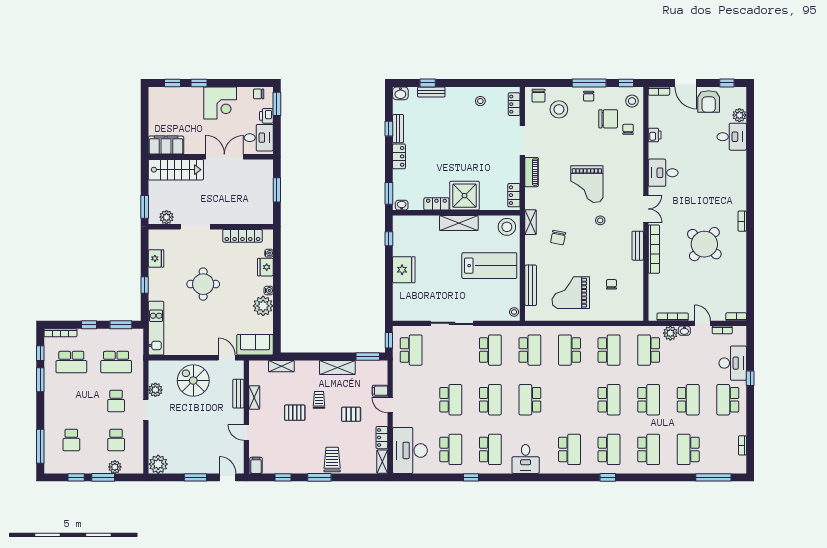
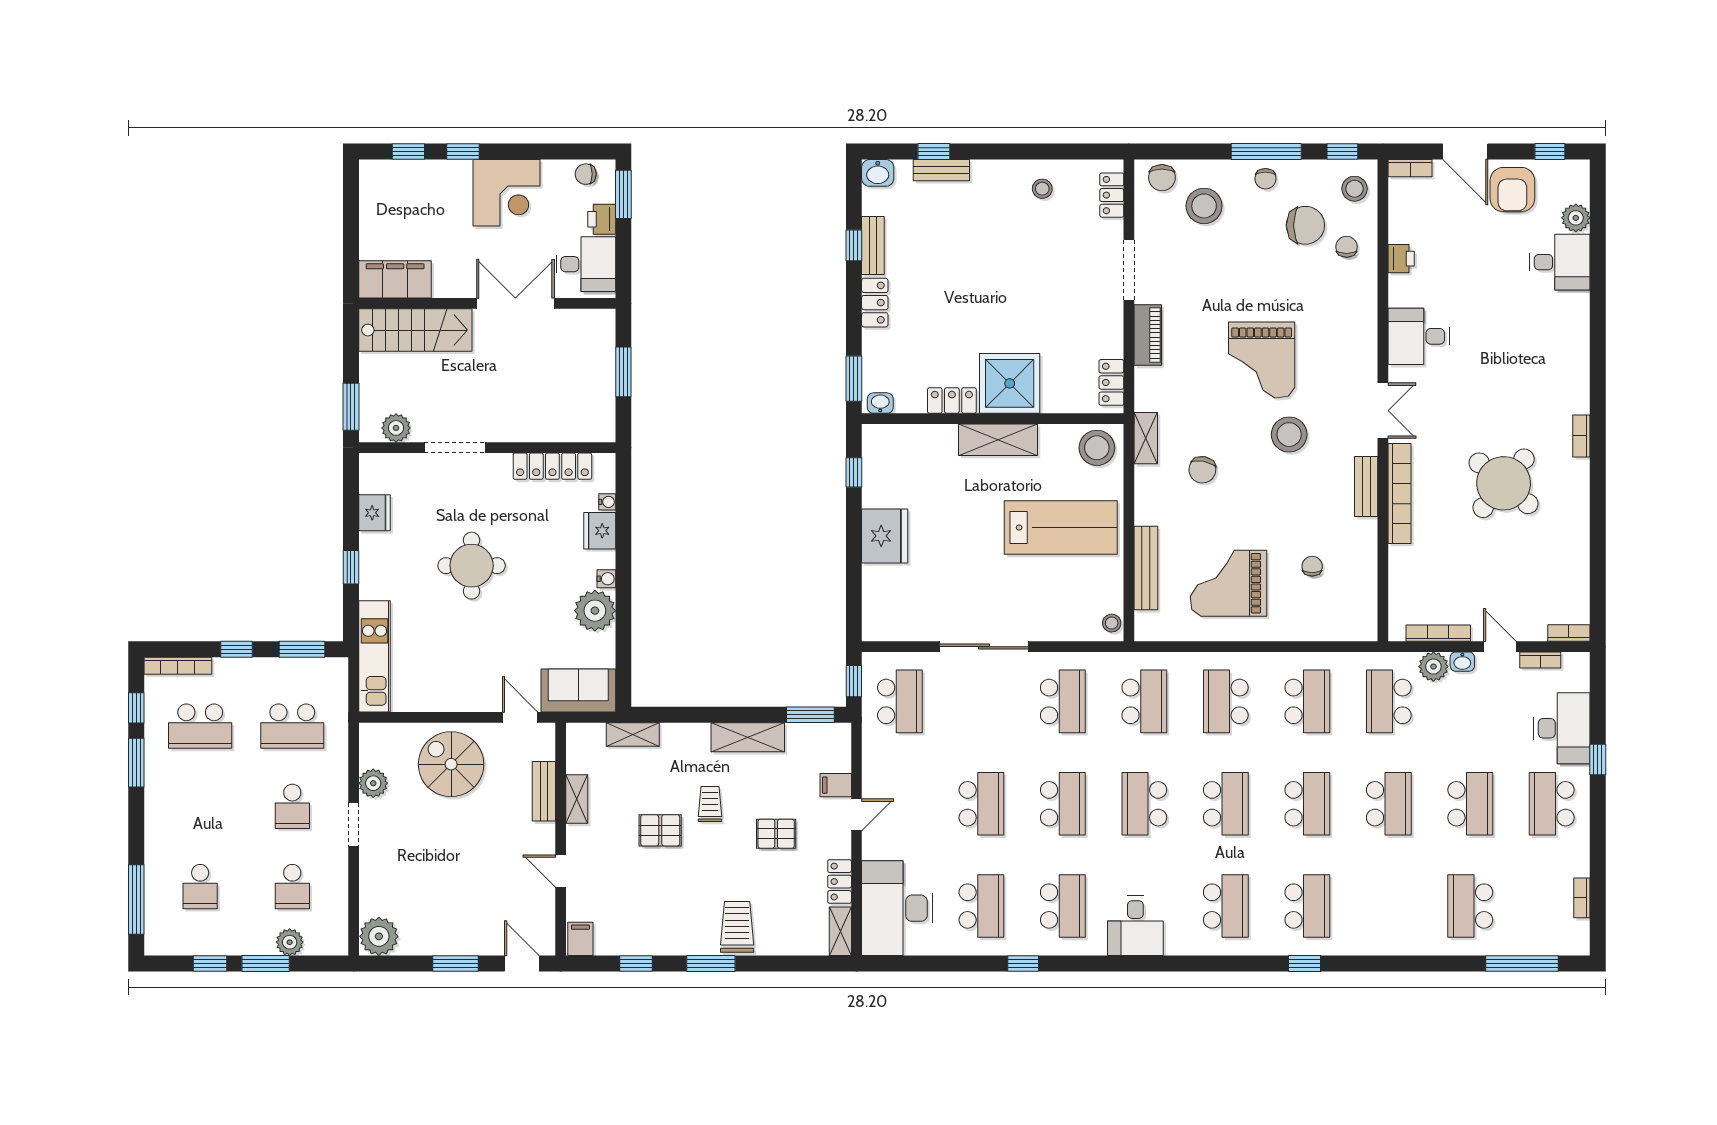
stool: (600, 220) -> (1289, 435), width x1.89, depth x1.89
door: (390, 405) -> (856, 815), swing flipped
school desk: (649, 449) -> (1226, 804), moved

